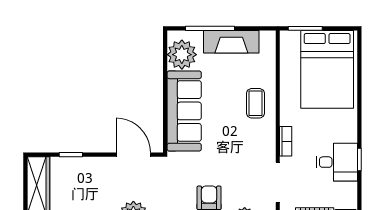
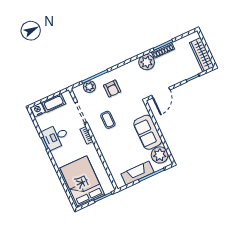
coffee table: (255, 103) -> (108, 120), moved
sofa: (184, 111) -> (148, 132), width x0.73
door: (133, 155) -> (161, 93), hinge flipped

